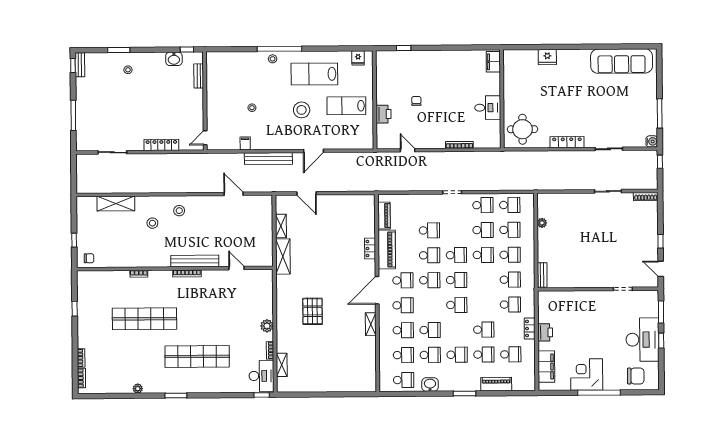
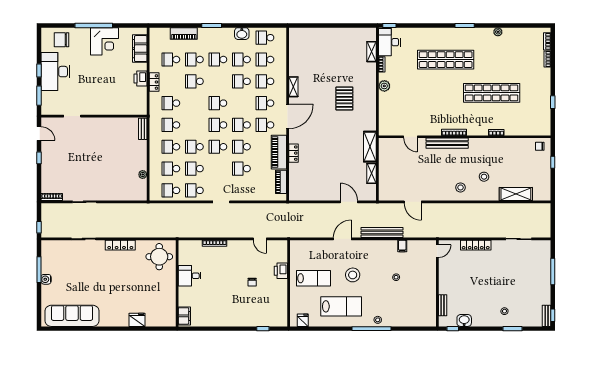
water cooler: (652, 141) -> (46, 279), moved

